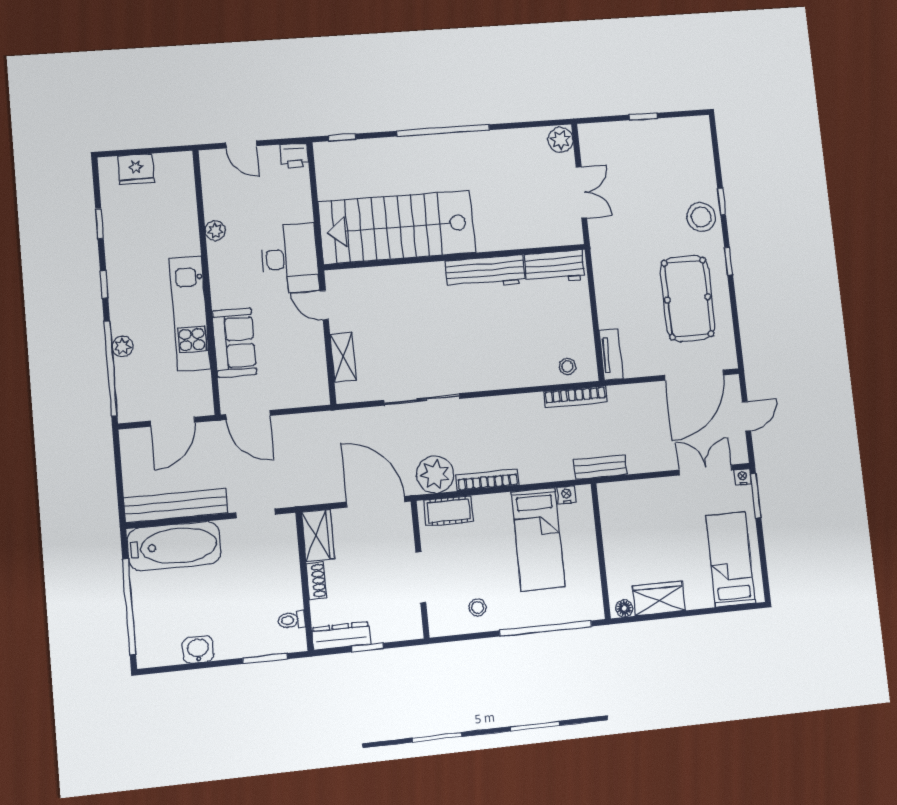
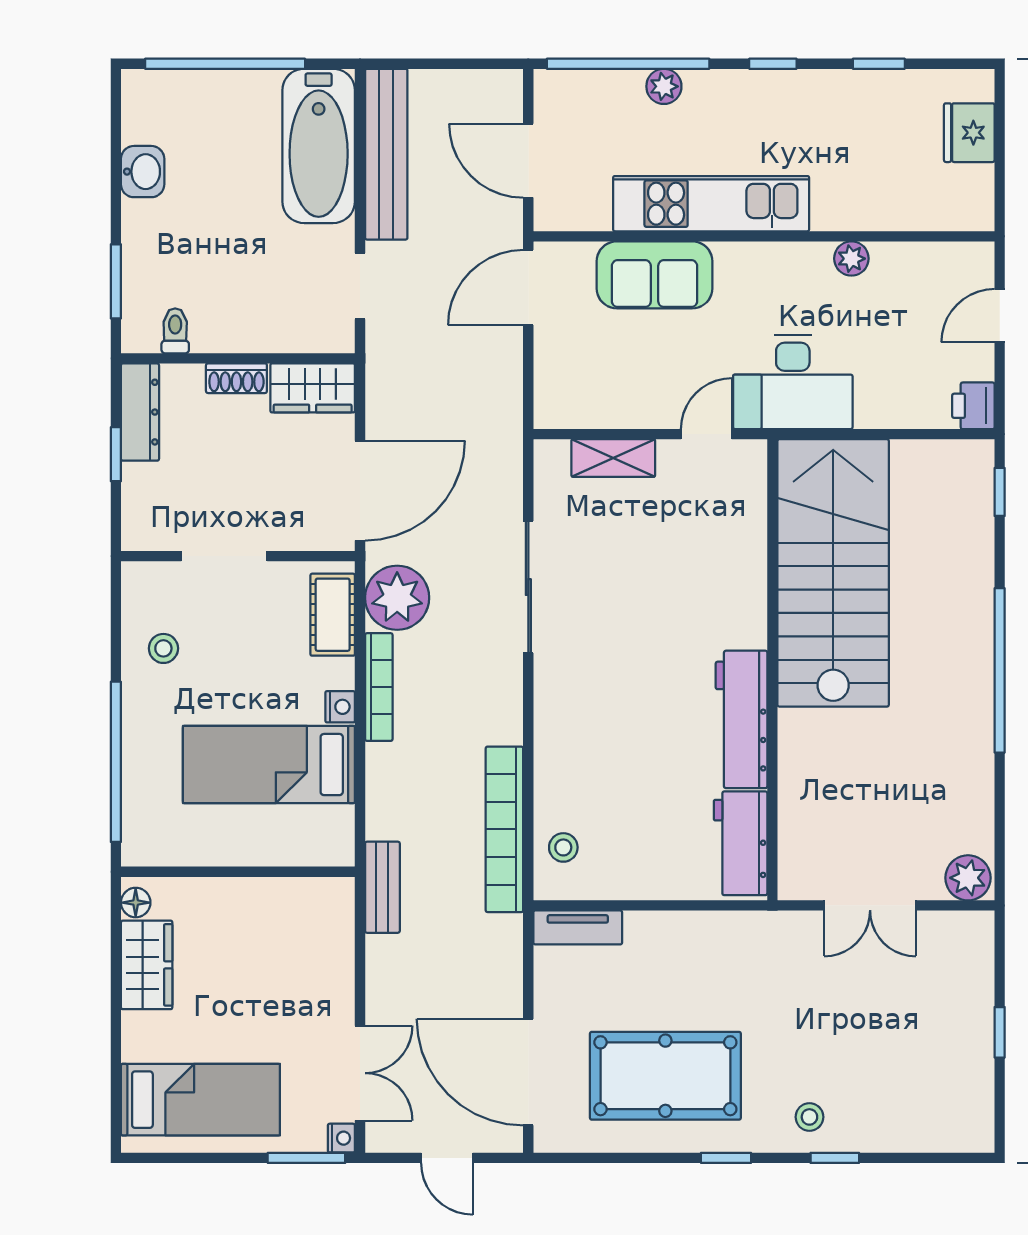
stool: (701, 217) -> (809, 1117), width x0.53, depth x0.53
bookcase: (576, 397) -> (504, 829), width x1.48, depth x1.31
nightstand: (567, 495) -> (340, 707), moved

